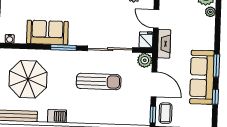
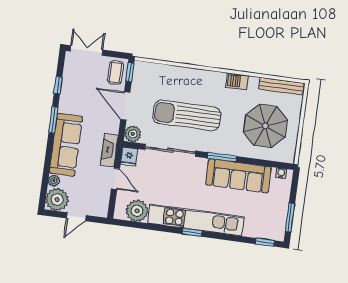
sofa: (47, 32) -> (238, 176), width x1.36
sofa: (202, 77) -> (66, 145), moved
sun lounger: (99, 82) -> (187, 115), width x1.36, depth x1.34

